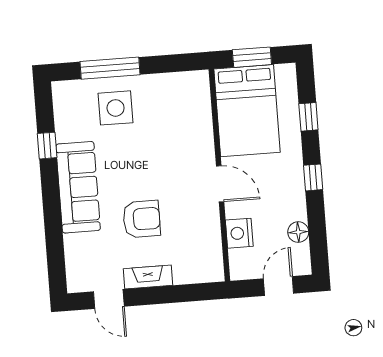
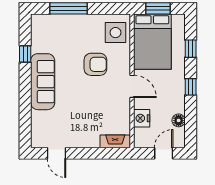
side table: (116, 108) -> (115, 33), moved
armchair: (142, 219) -> (95, 64), moved
fireplace: (148, 277) -> (115, 141), moved

